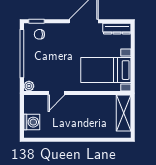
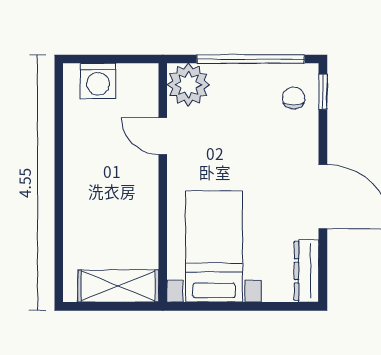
plant: (29, 86) -> (188, 85), width x1.87, depth x1.87

